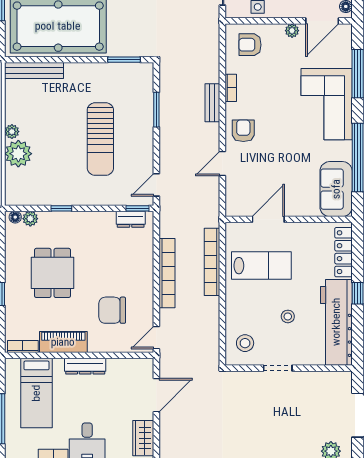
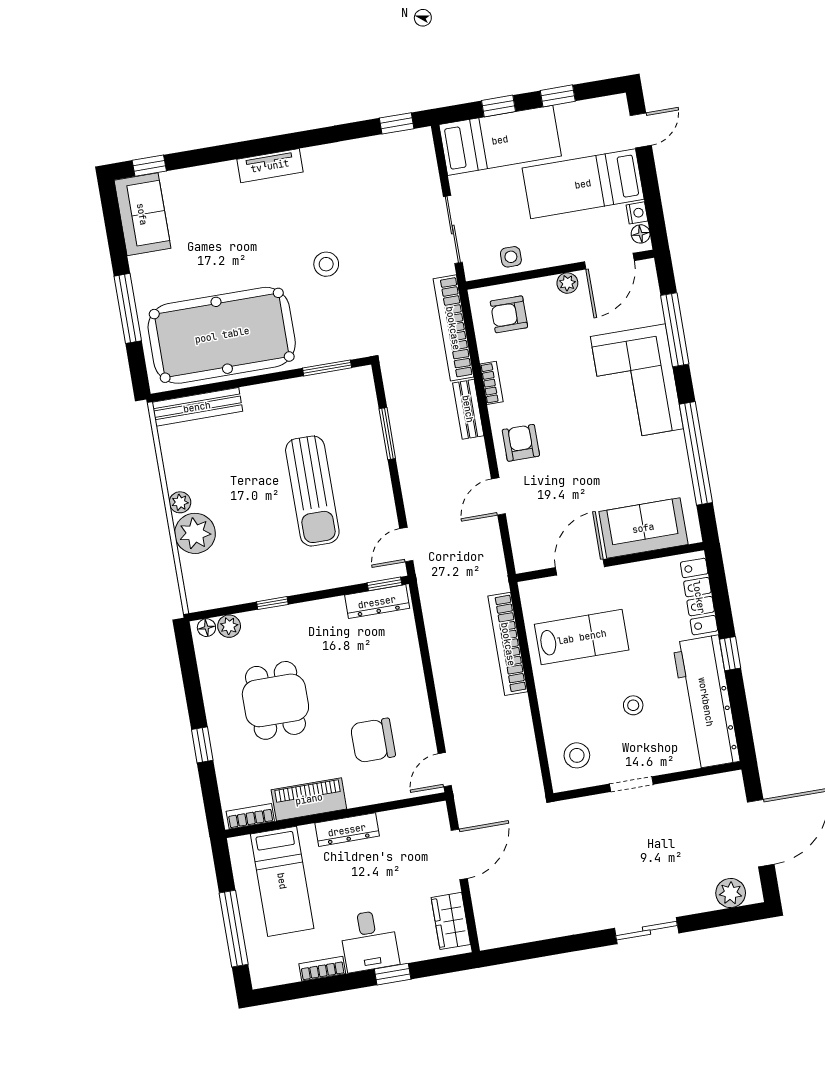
sofa: (336, 189) -> (643, 528), moved, turned 90
dresser: (131, 219) -> (377, 602), width x1.44
bookcase: (167, 273) -> (453, 328), moved, turned 180

